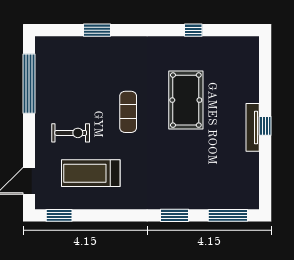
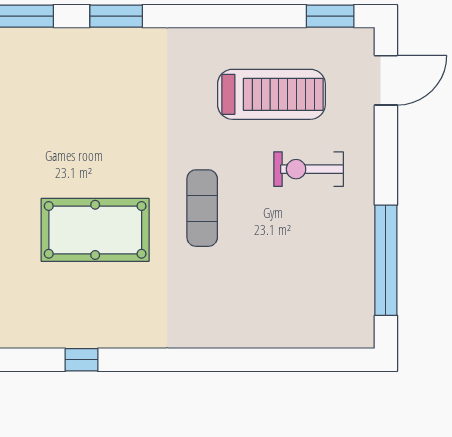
window: (97, 30) -> (260, 360), removed
pool table: (186, 100) -> (95, 230), turned 90

